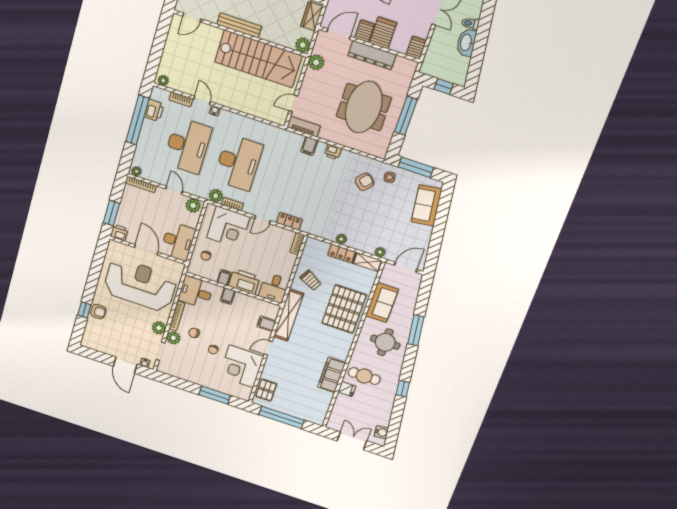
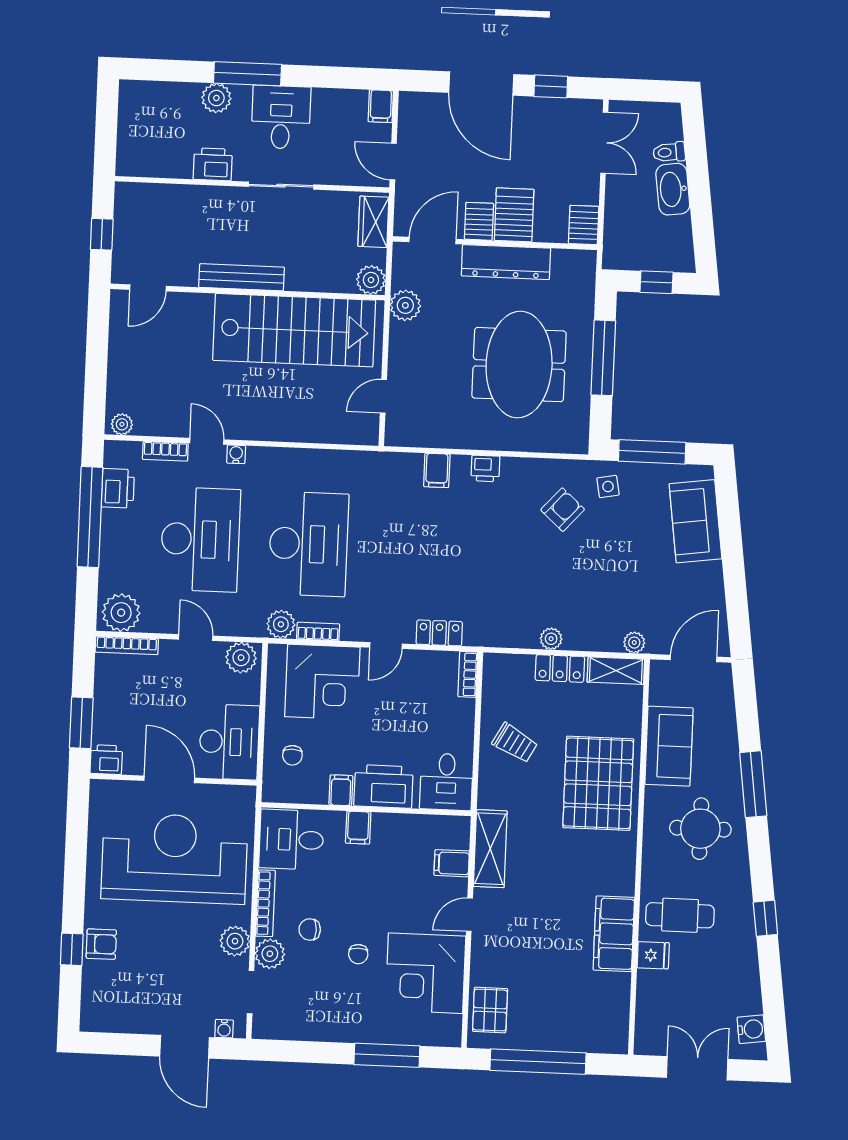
tv unit: (304, 127) -> (416, 435), removed
plant: (136, 171) -> (121, 613), width x1.88, depth x1.88
shelving: (288, 315) -> (490, 849), width x0.68

